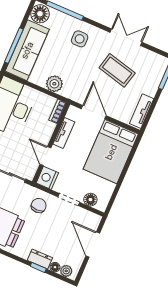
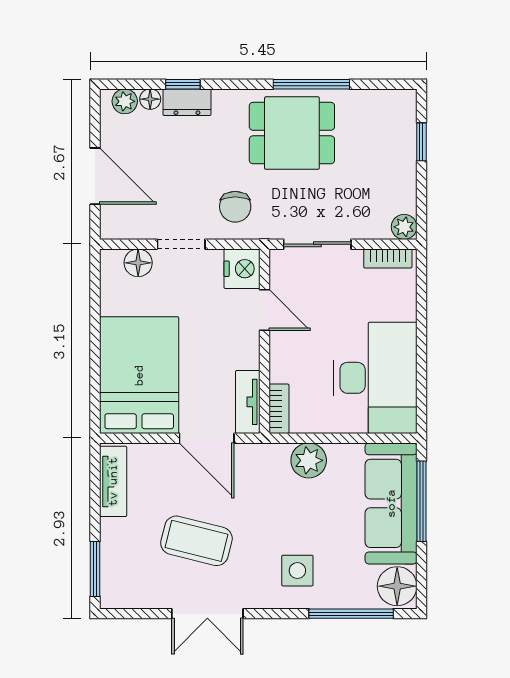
tv unit: (64, 133) -> (248, 402), moved

